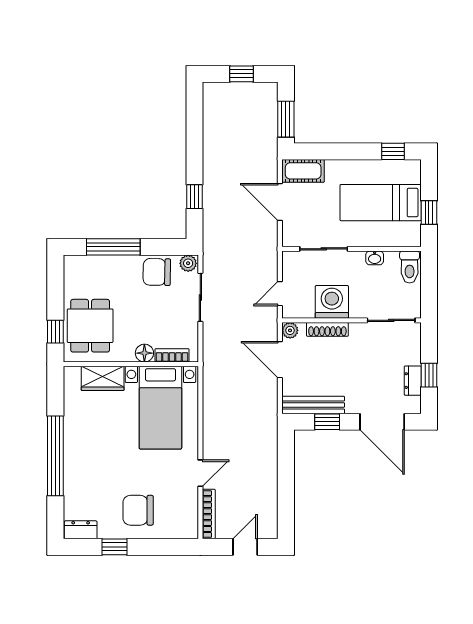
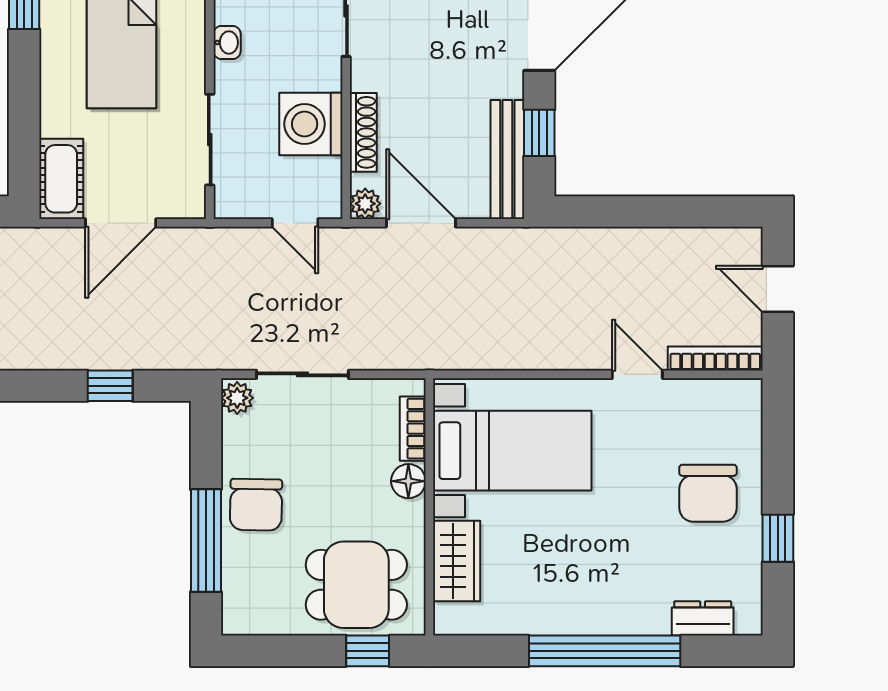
chair: (157, 272) -> (256, 505), moved
door: (280, 360) -> (421, 223), swing flipped
dresser: (81, 530) -> (703, 618), moved, turned 90

